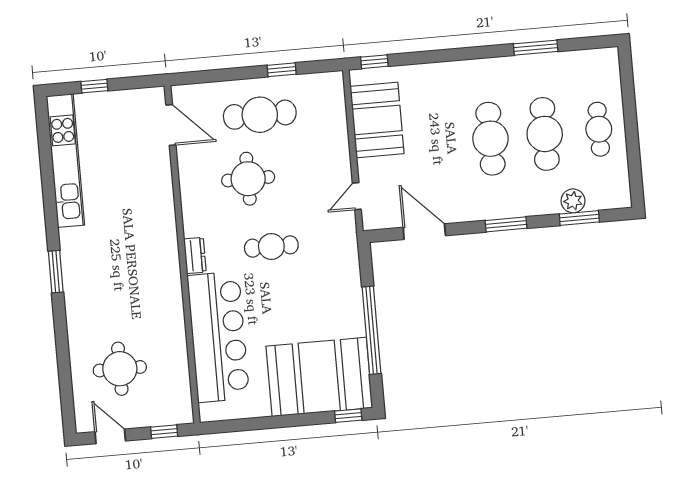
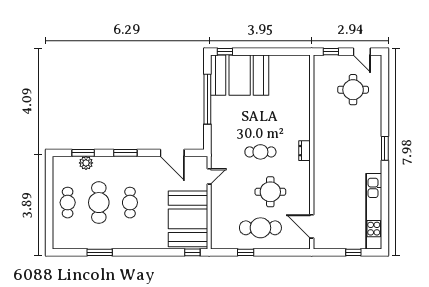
booth: (377, 120) -> (188, 219), width x1.36, depth x1.42
cafe table: (490, 139) -> (130, 203), width x0.73, depth x0.74
bar counter: (218, 337) -> (295, 103), removed

